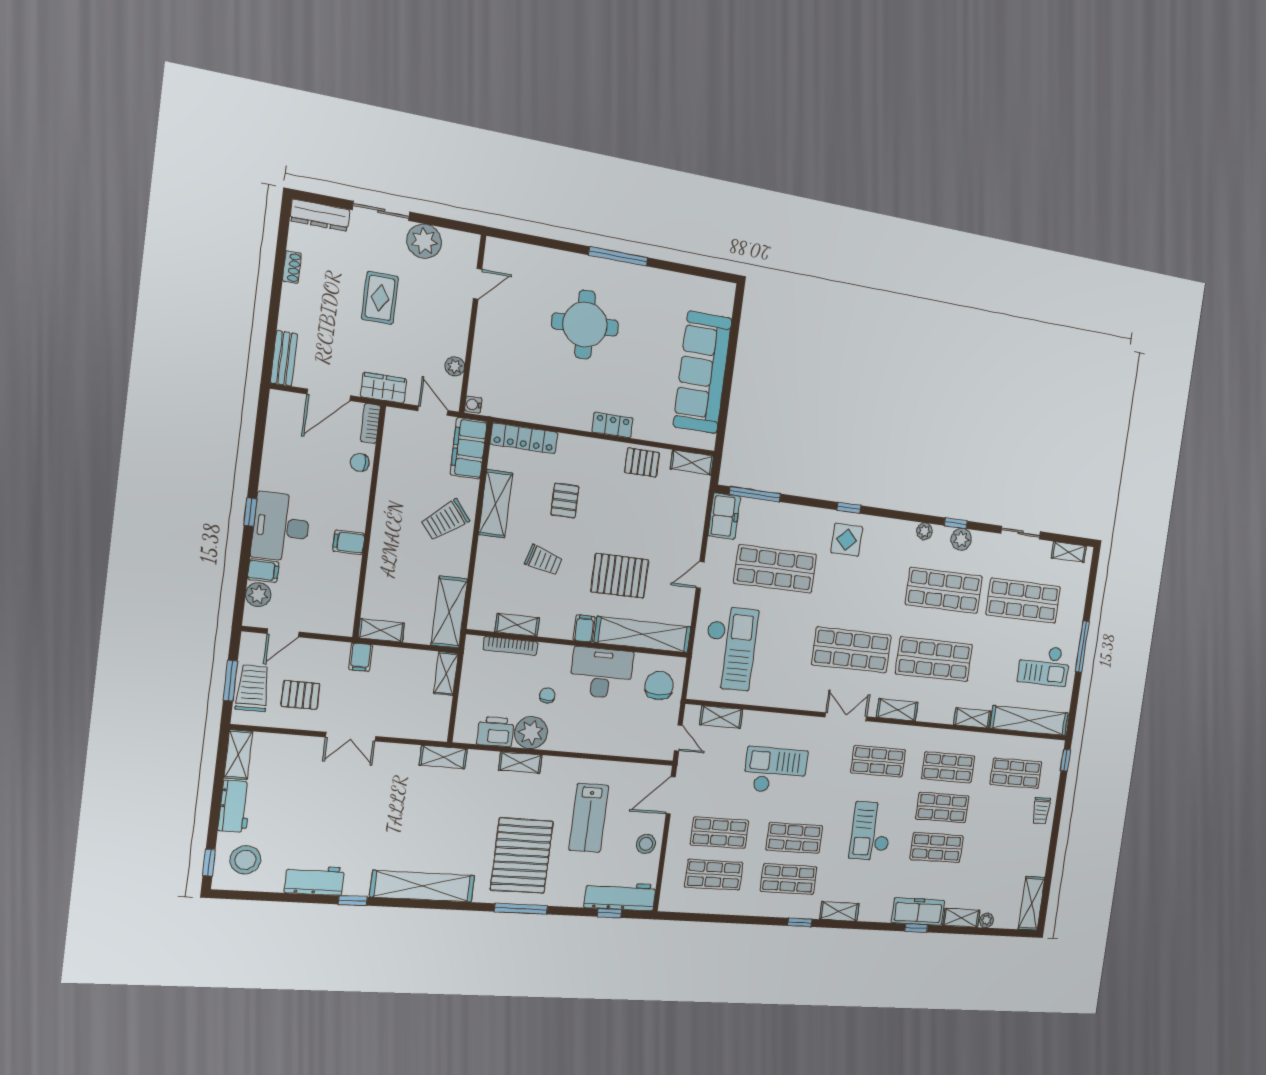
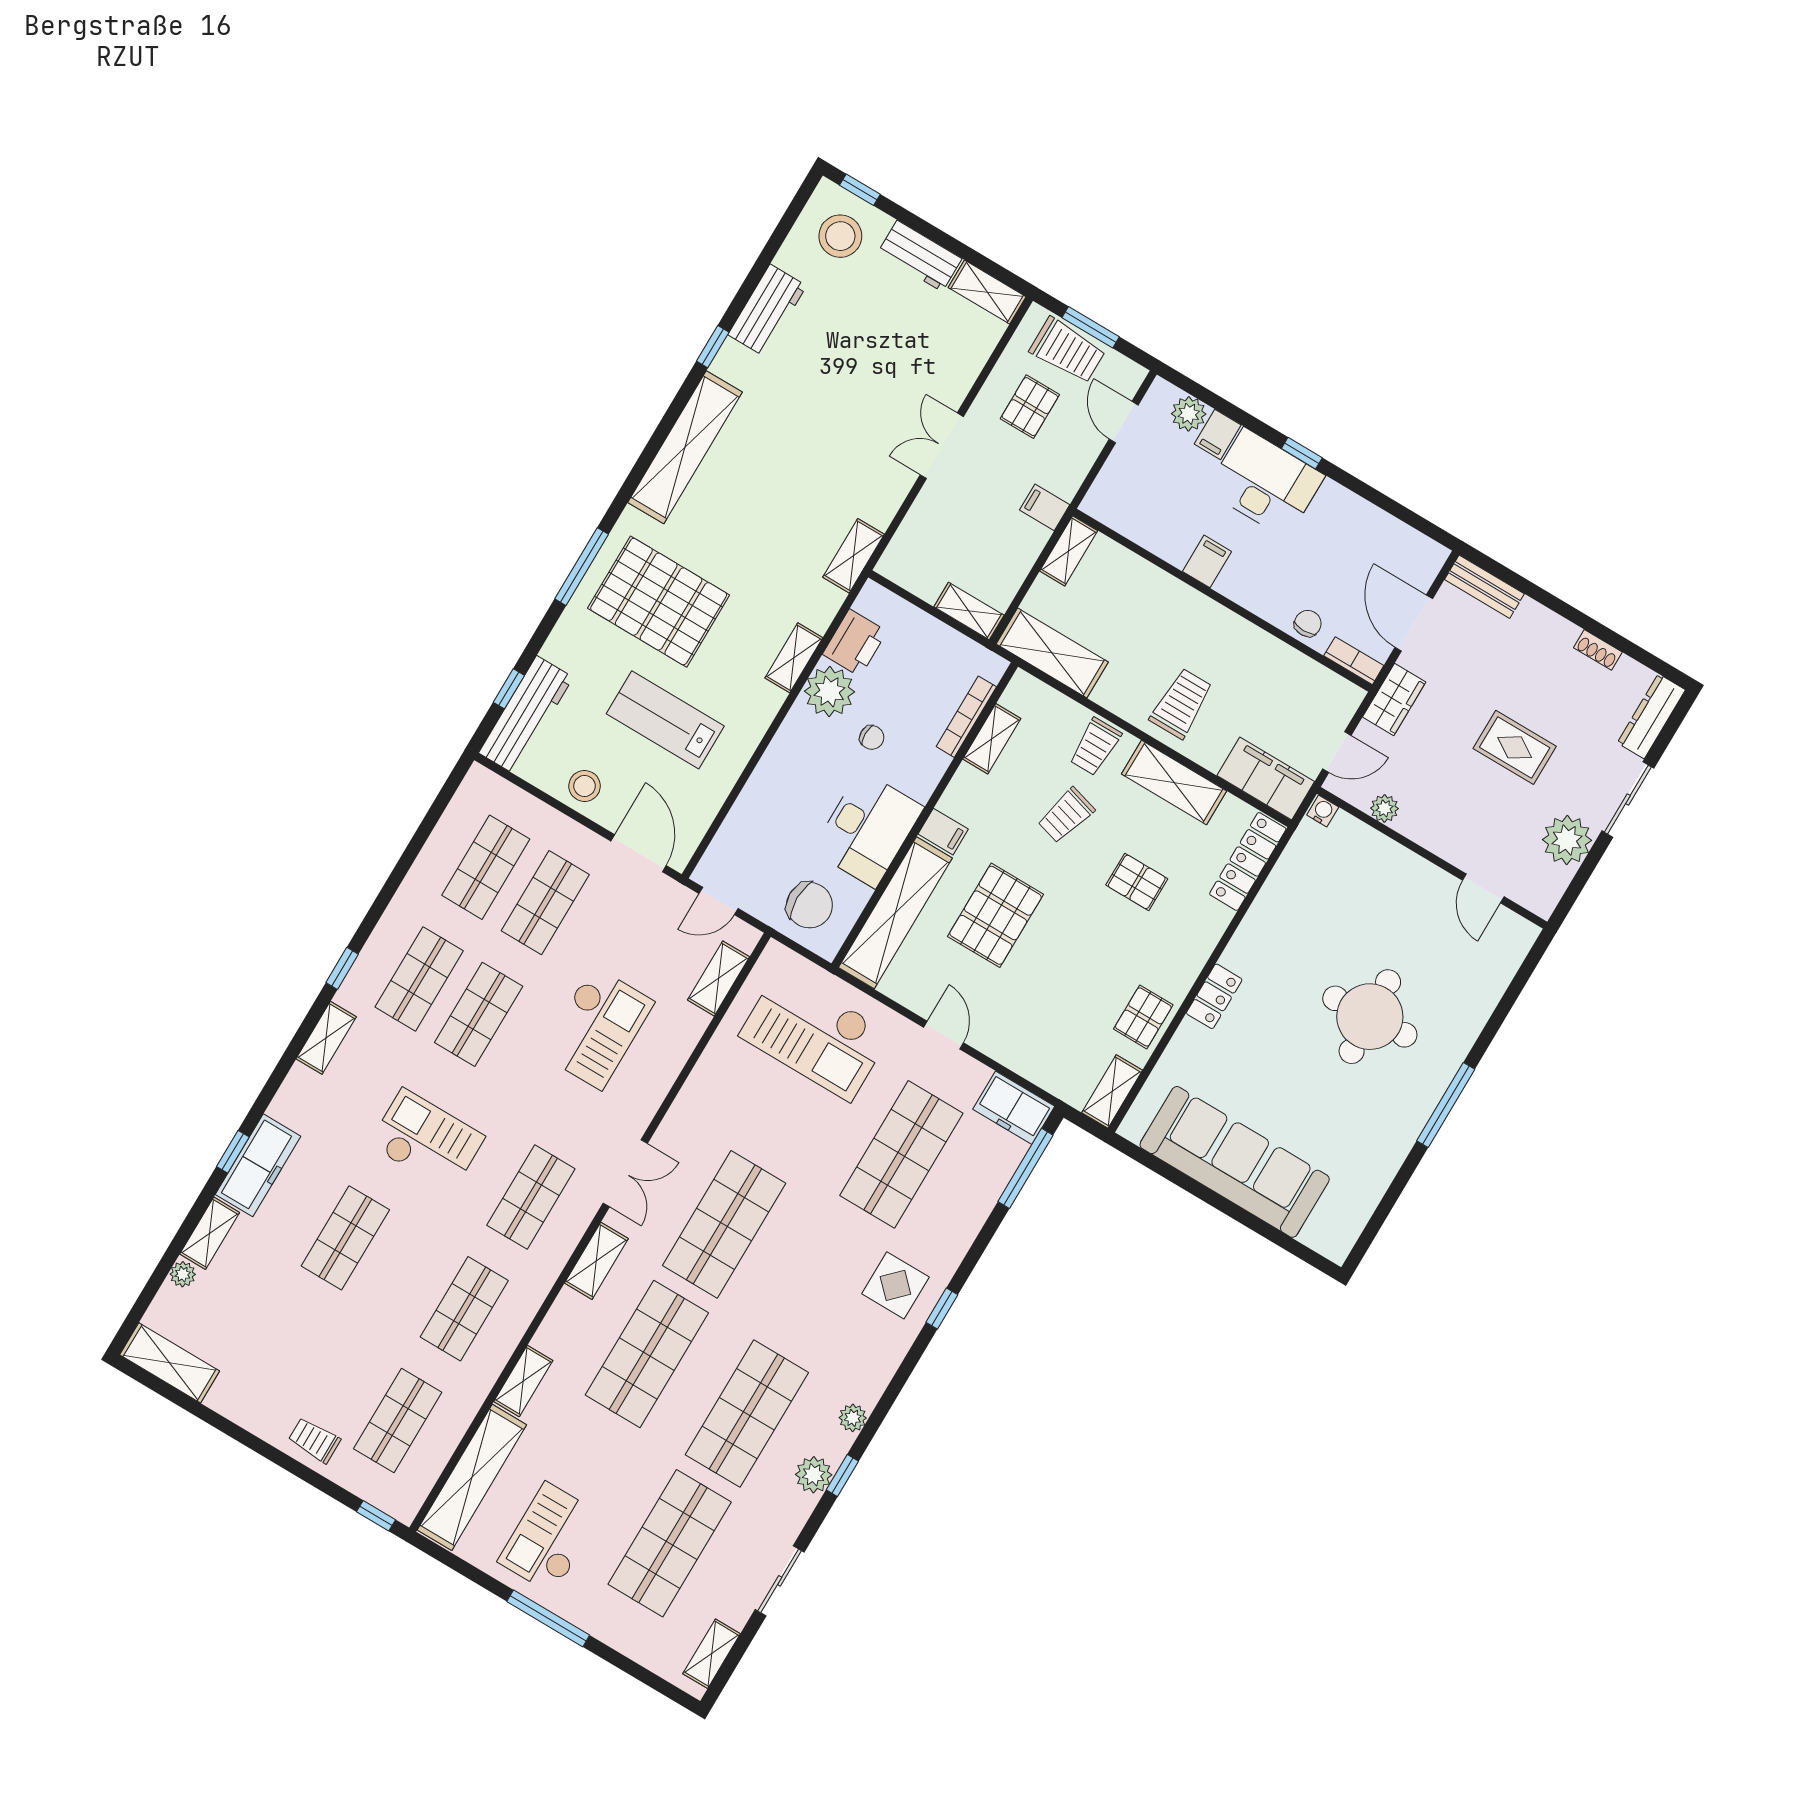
trolley: (445, 520) -> (1181, 704), turned 38
trolley: (495, 561) -> (1095, 747), added
shop shelf: (942, 807) -> (405, 1273), removed

